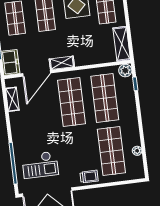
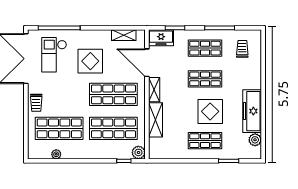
shelving: (122, 44) -> (155, 120), moved, turned 90
display table: (42, 129) -> (90, 61), added

